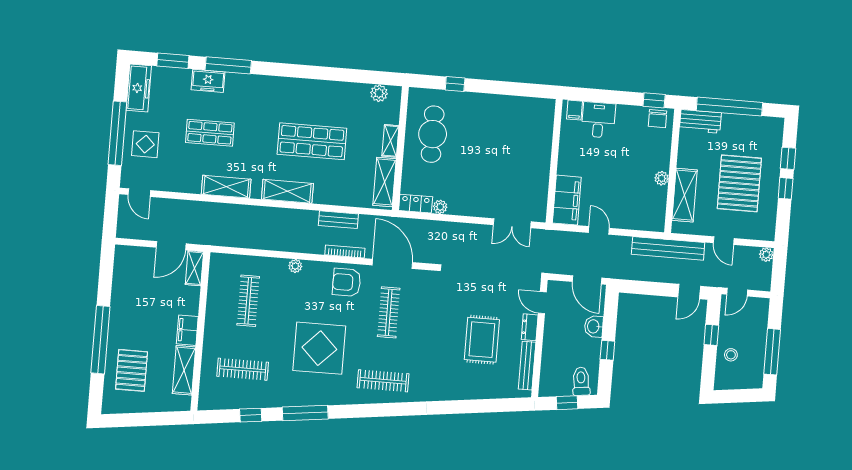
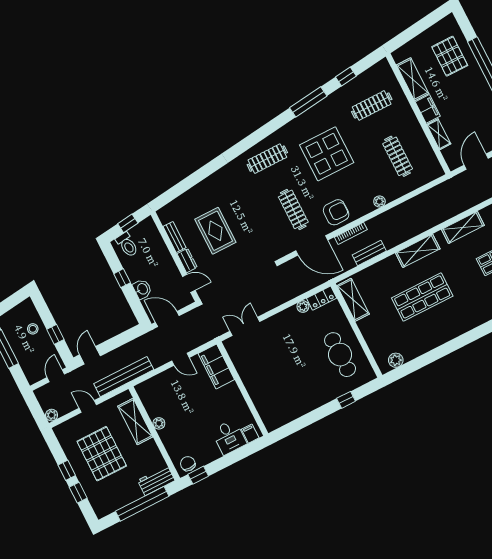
shelving: (390, 141) -> (367, 331), removed
shelving: (194, 268) -> (439, 134), moved
bench: (527, 366) -> (175, 237), width x0.73

